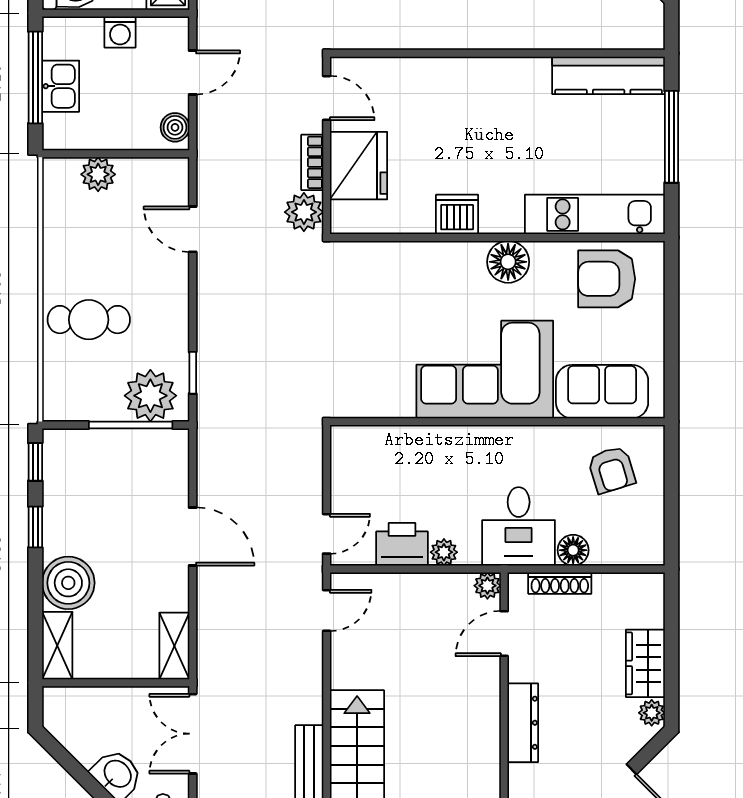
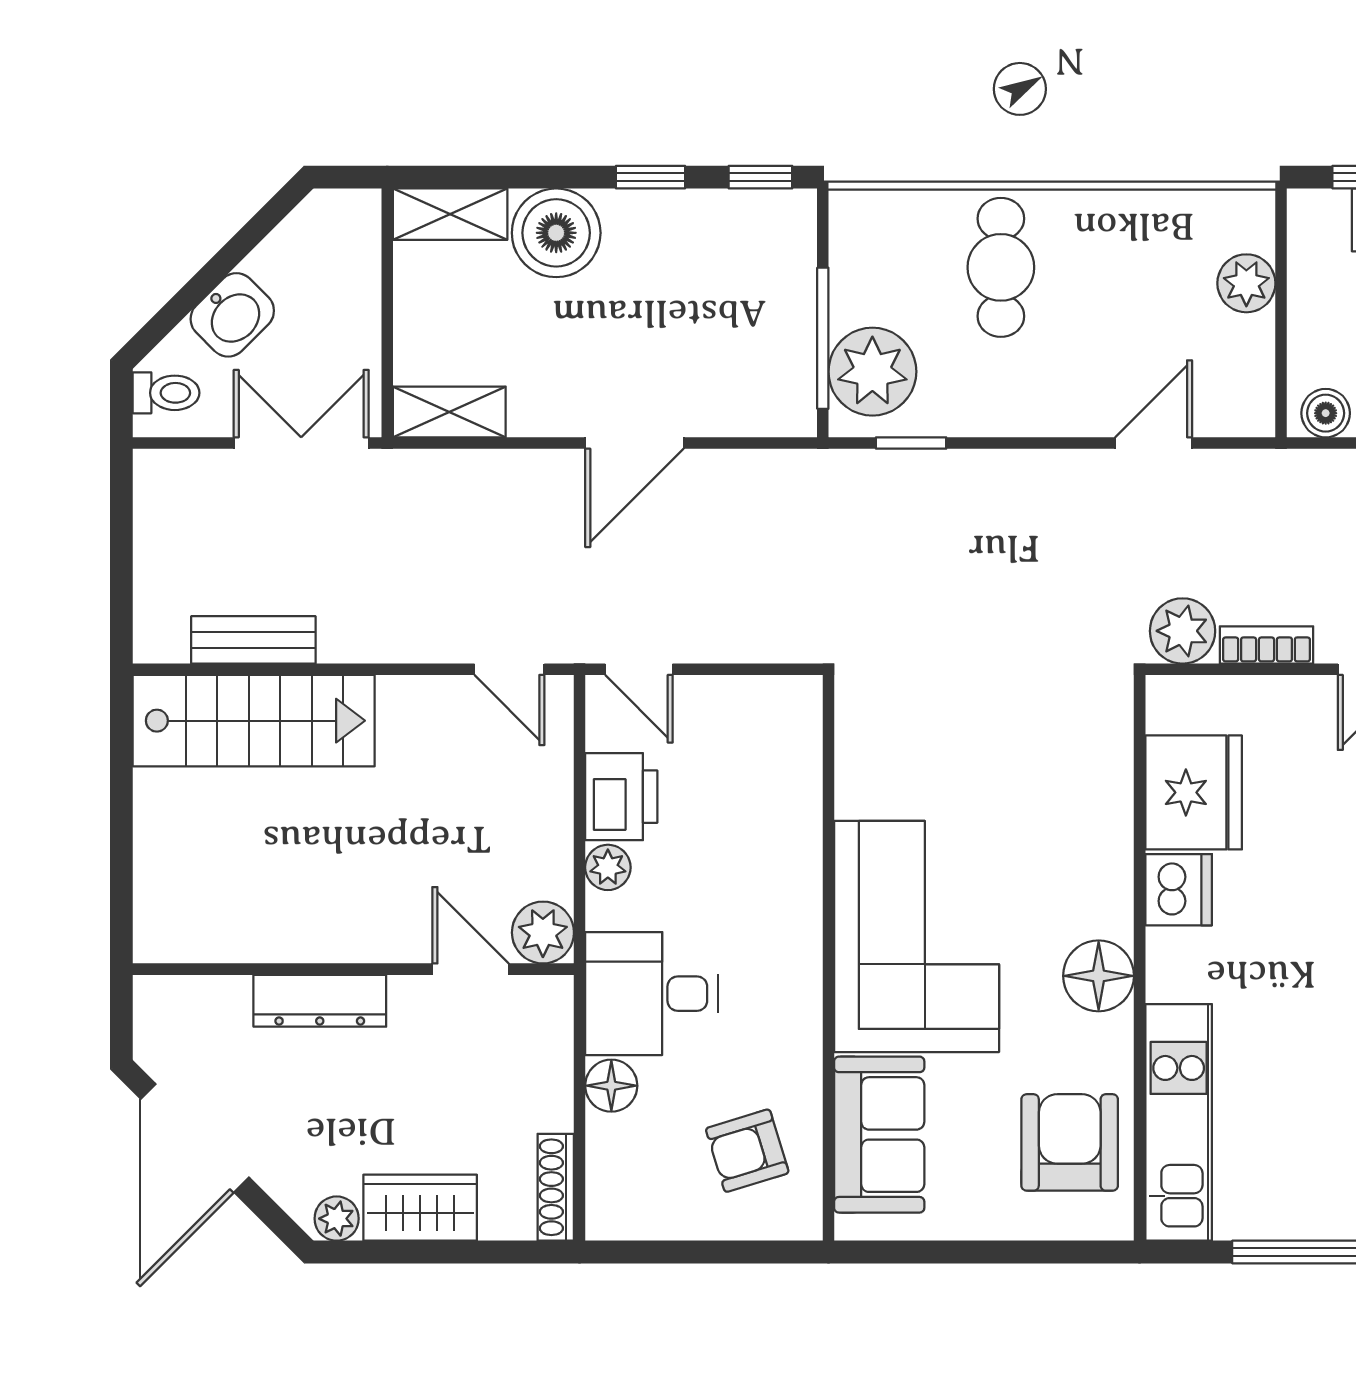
fridge: (359, 166) -> (1194, 792), moved, turned -90
shoe rack: (560, 583) -> (556, 1187), moved
plant: (487, 586) -> (543, 933), width x1.38, depth x1.38

